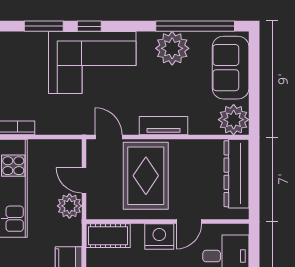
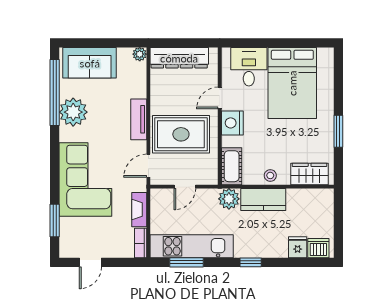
window: (89, 26) -> (55, 182), removed
plant: (234, 120) -> (140, 54), width x0.53, depth x0.53
fireplace: (57, 126) -> (139, 210), added
plant: (69, 206) -> (229, 199), moved
door: (189, 222) -> (220, 98), swing flipped

